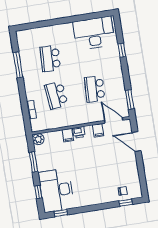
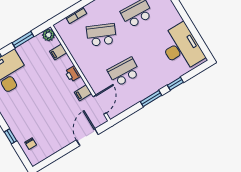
school desk: (56, 95) -> (101, 35), turned 30
window: (130, 99) -> (151, 99), moved
filing cabinet: (68, 135) -> (58, 52), moved
window: (126, 203) -> (11, 136), moved

